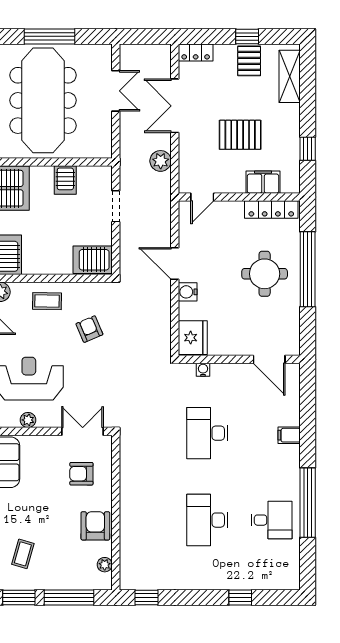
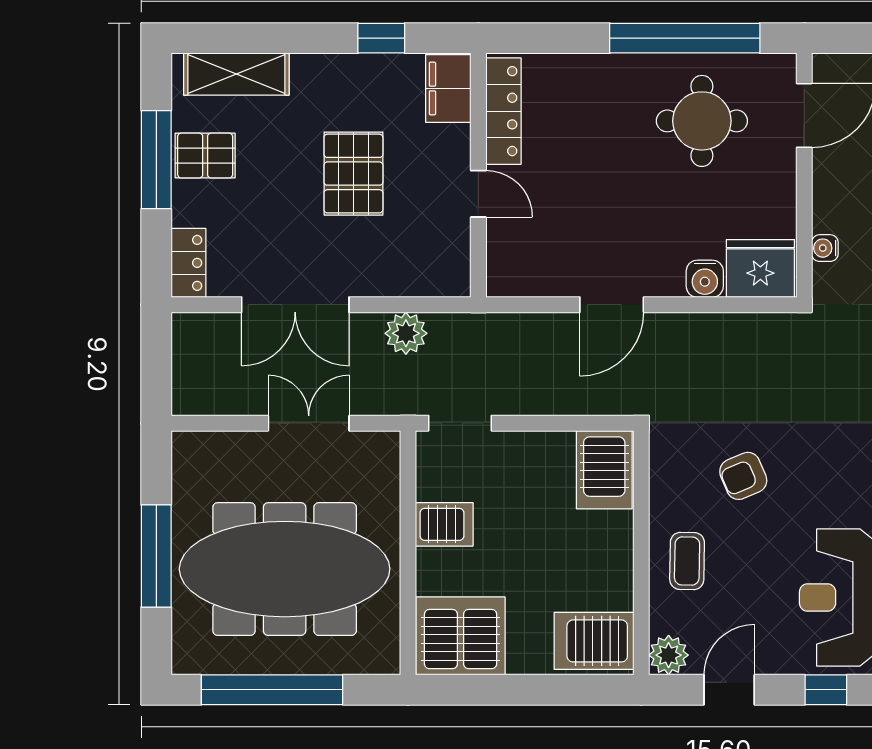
window: (247, 36) -> (156, 160), width x2.17
double door: (116, 91) -> (309, 423), moved
filing cabinet: (263, 182) -> (448, 88), moved
door: (202, 197) -> (478, 194), moved
doorway: (116, 206) -> (460, 423), moved
window: (308, 269) -> (685, 38), moved
round table: (265, 274) -> (702, 121), moved
water cooler: (188, 292) -> (705, 279), moved

